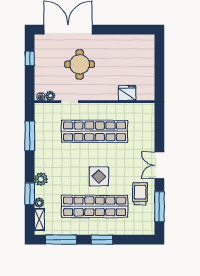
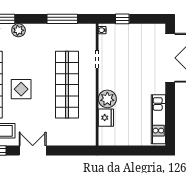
kitchen unit: (129, 41) -> (158, 119), added
window: (30, 58) -> (122, 19), moved
round table: (80, 64) -> (135, 69), removed
plant: (50, 96) -> (107, 99), moved, width x1.87, depth x1.87

